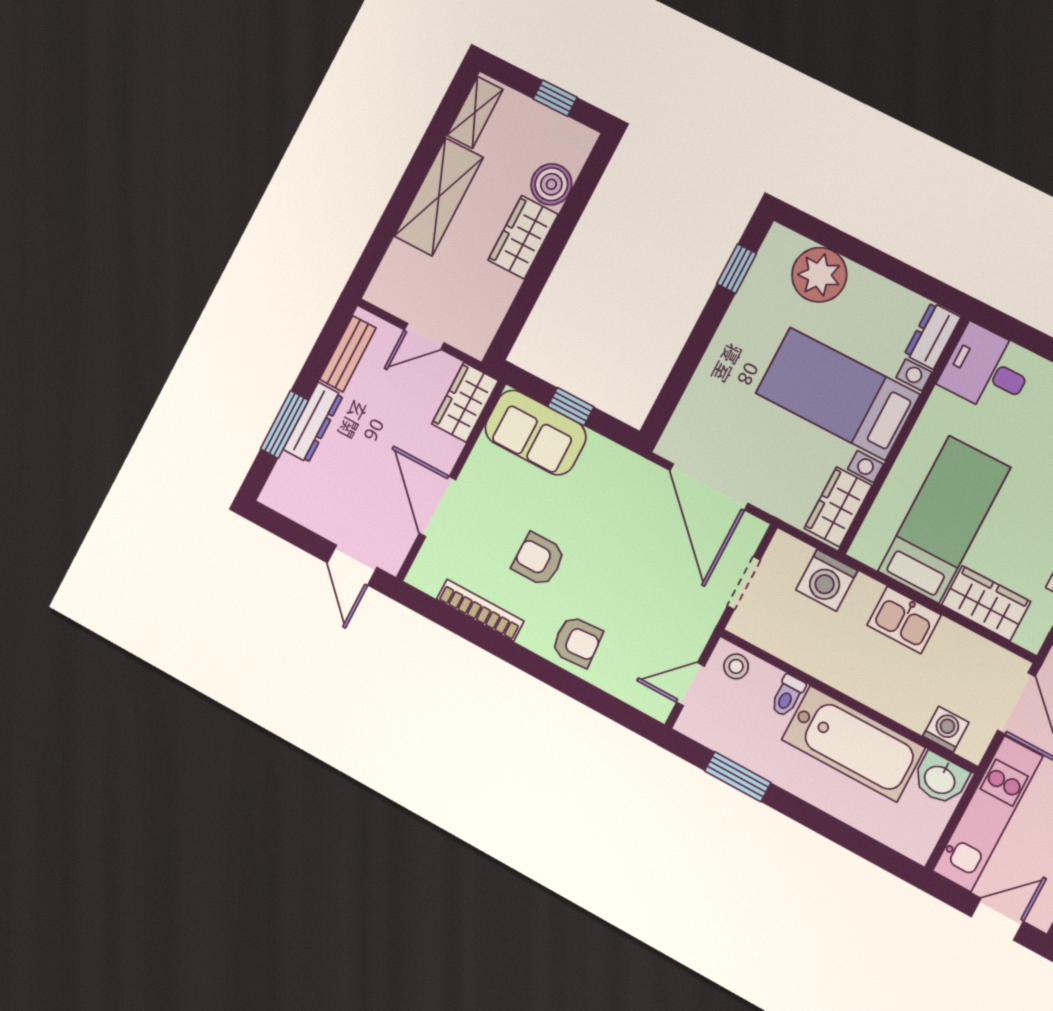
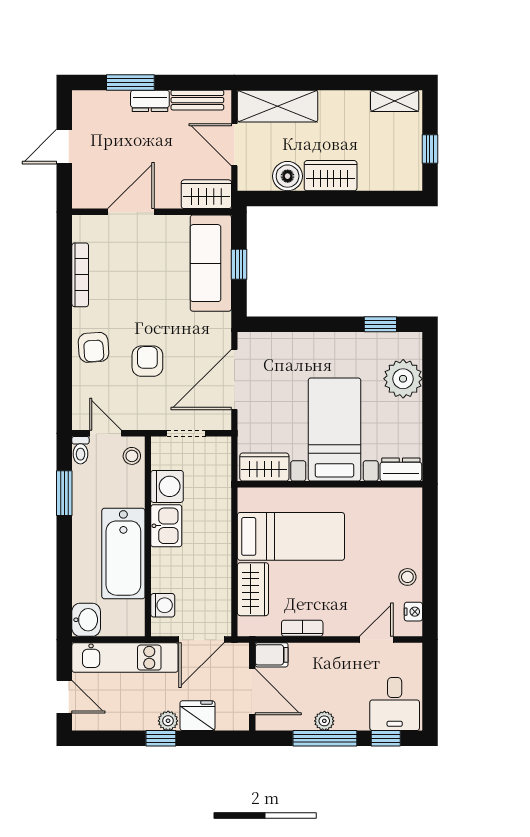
boiler: (551, 184) -> (288, 176), moved
shelving: (439, 197) -> (278, 106), moved
door: (424, 336) -> (234, 145), width x1.38
desk: (987, 370) -> (397, 514), removed
dresser: (313, 423) -> (150, 101), width x0.70
sofa: (535, 432) -> (211, 263), width x1.36
armchair: (539, 559) -> (147, 361), moved
door: (352, 565) -> (64, 146), moved
washing machine: (827, 580) -> (167, 486), moved, turned 180
kitchen sink: (904, 620) -> (166, 526), moved, turned 180
toilet: (788, 696) -> (80, 450), moved, turned -90
washbasin: (940, 779) -> (86, 620), moved, turned 180

